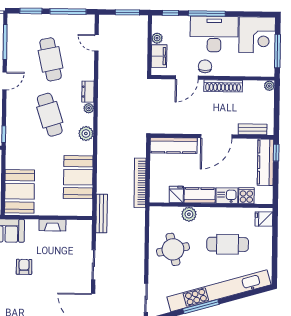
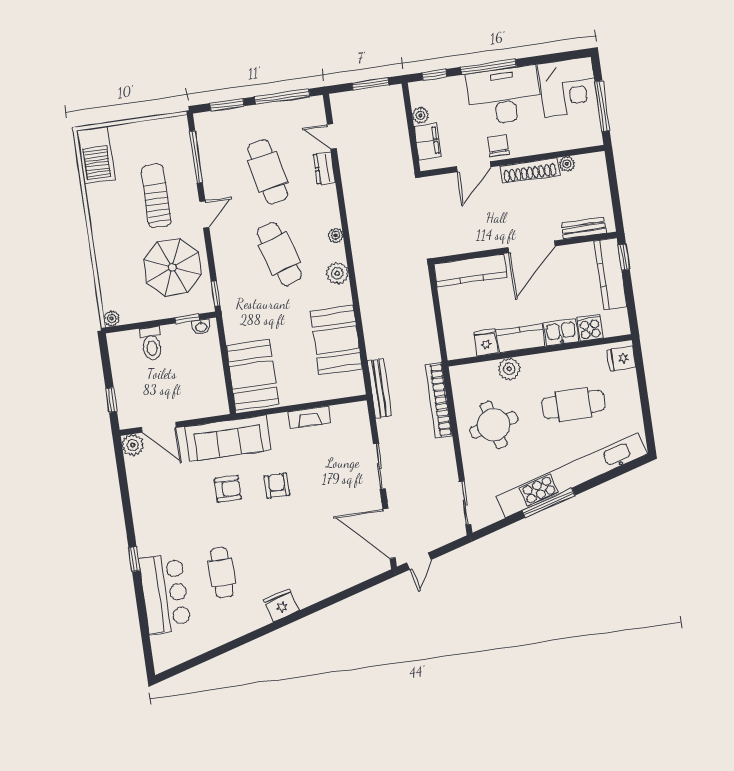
plant: (269, 86) -> (567, 164), moved
dresser: (88, 92) -> (324, 168), moved
bookcase: (140, 183) -> (439, 400), moved

